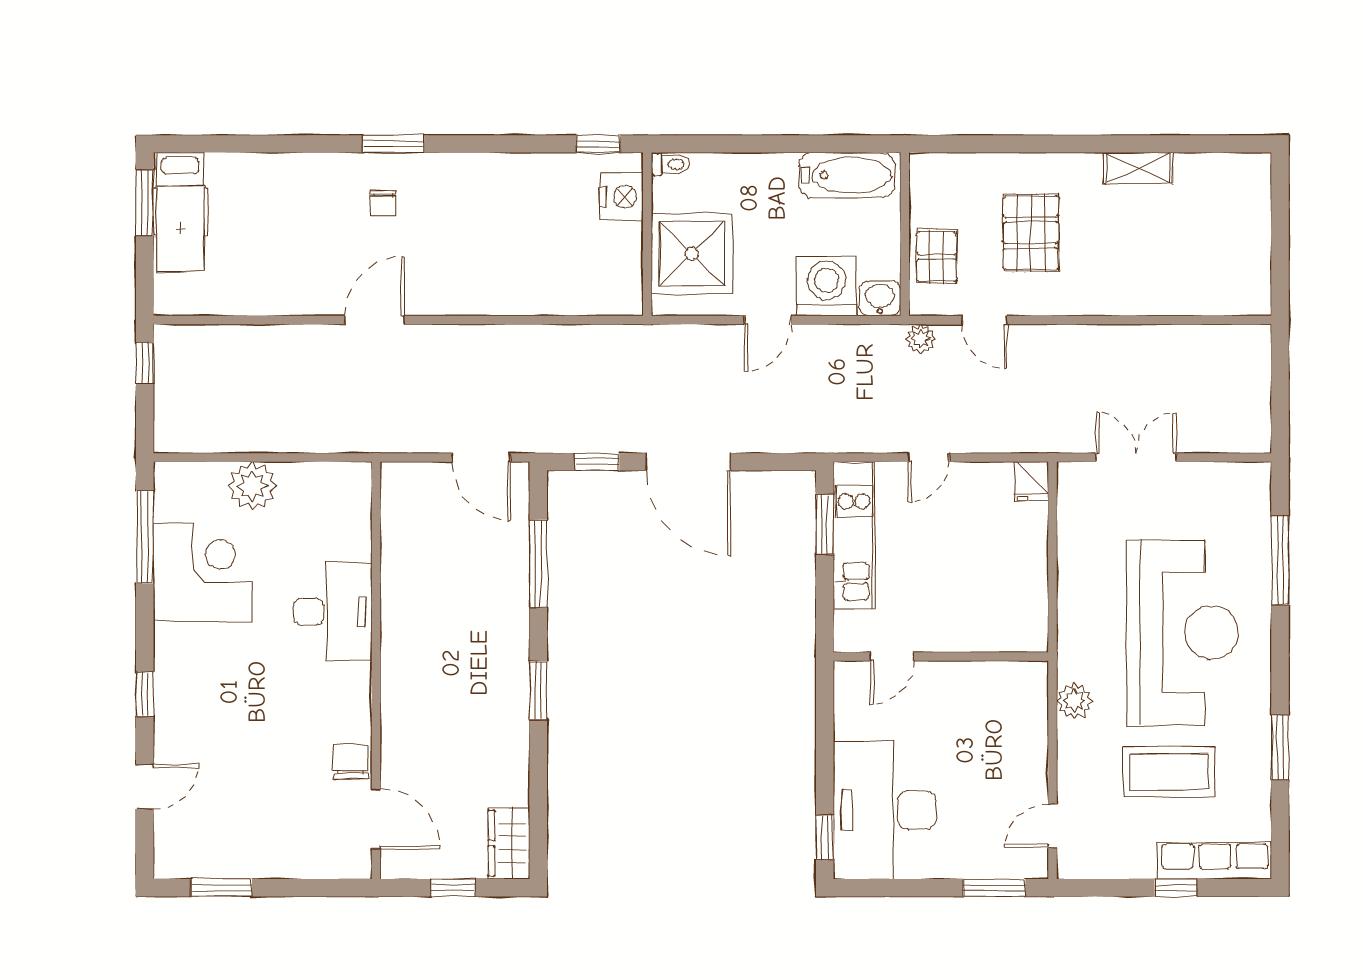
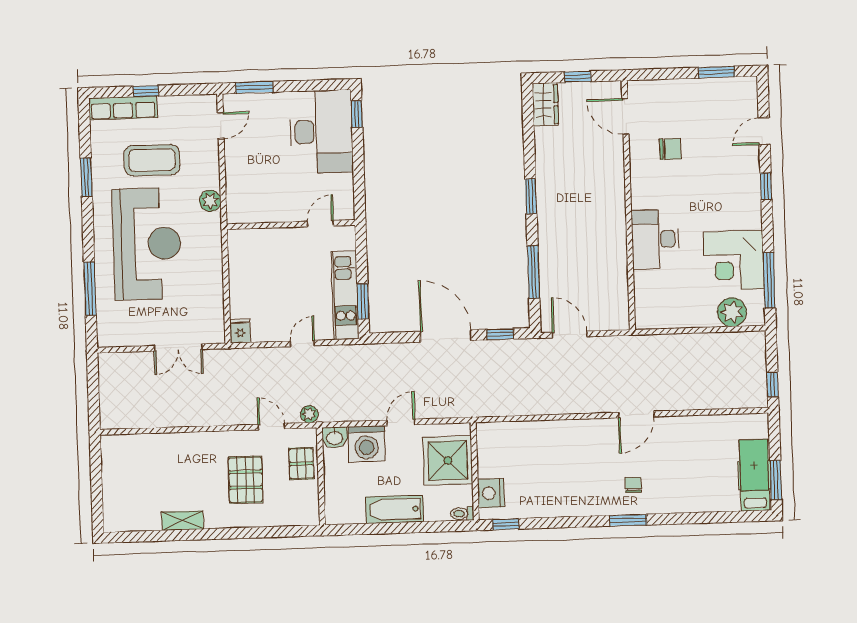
bathtub: (847, 175) -> (395, 509), moved
plant: (252, 486) -> (732, 312), moved
reception desk: (1182, 633) -> (147, 244), turned 180
chair: (351, 762) -> (670, 149), moved, turned -90

